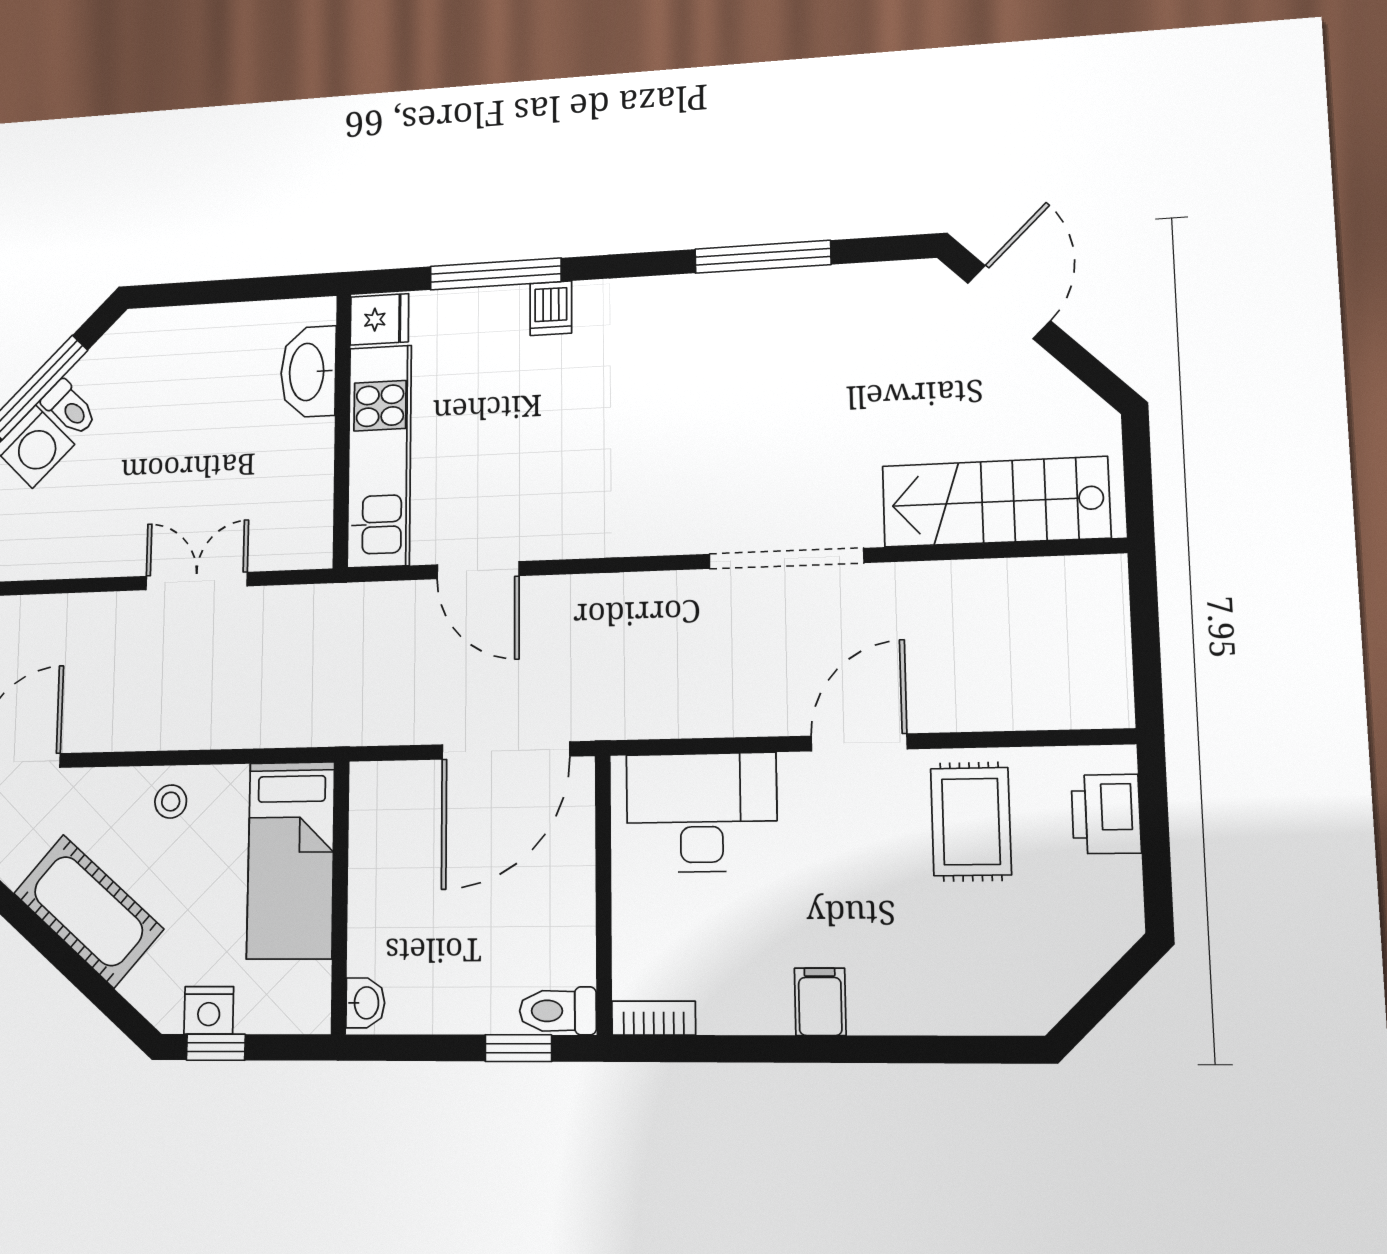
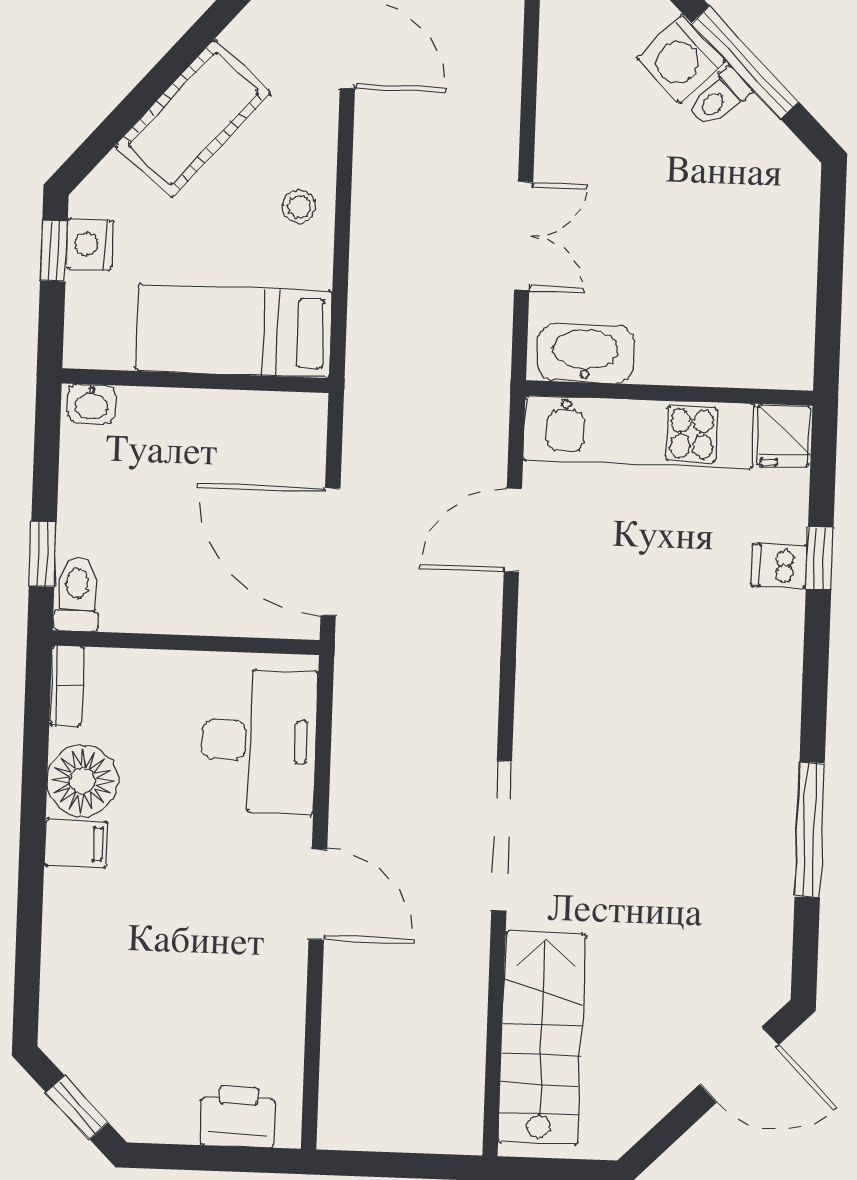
window: (495, 274) -> (820, 558), width x0.46
dishwasher: (551, 308) -> (779, 566), moved
washbasin: (308, 372) -> (586, 353), moved
rug: (971, 822) -> (237, 993), removed
window: (1110, 990) -> (77, 1107), added
floor lamp: (753, 997) -> (83, 781), added

